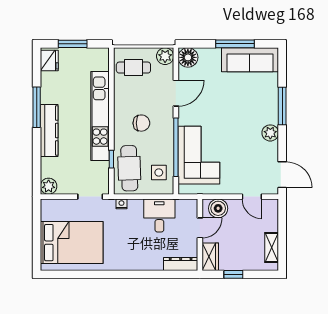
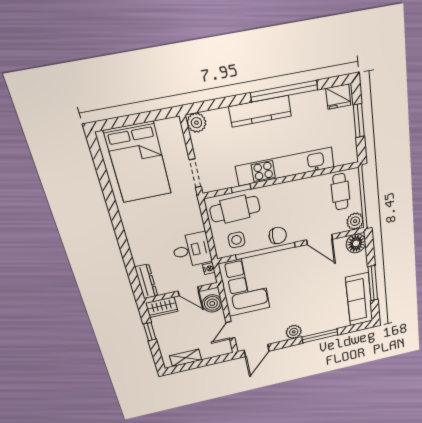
window: (37, 107) -> (284, 91), width x1.46
chair: (141, 123) -> (278, 236), moved, turned -89
corner sofa: (199, 155) -> (245, 286), moved, turned -90
nightstand: (121, 204) -> (209, 269), moved

